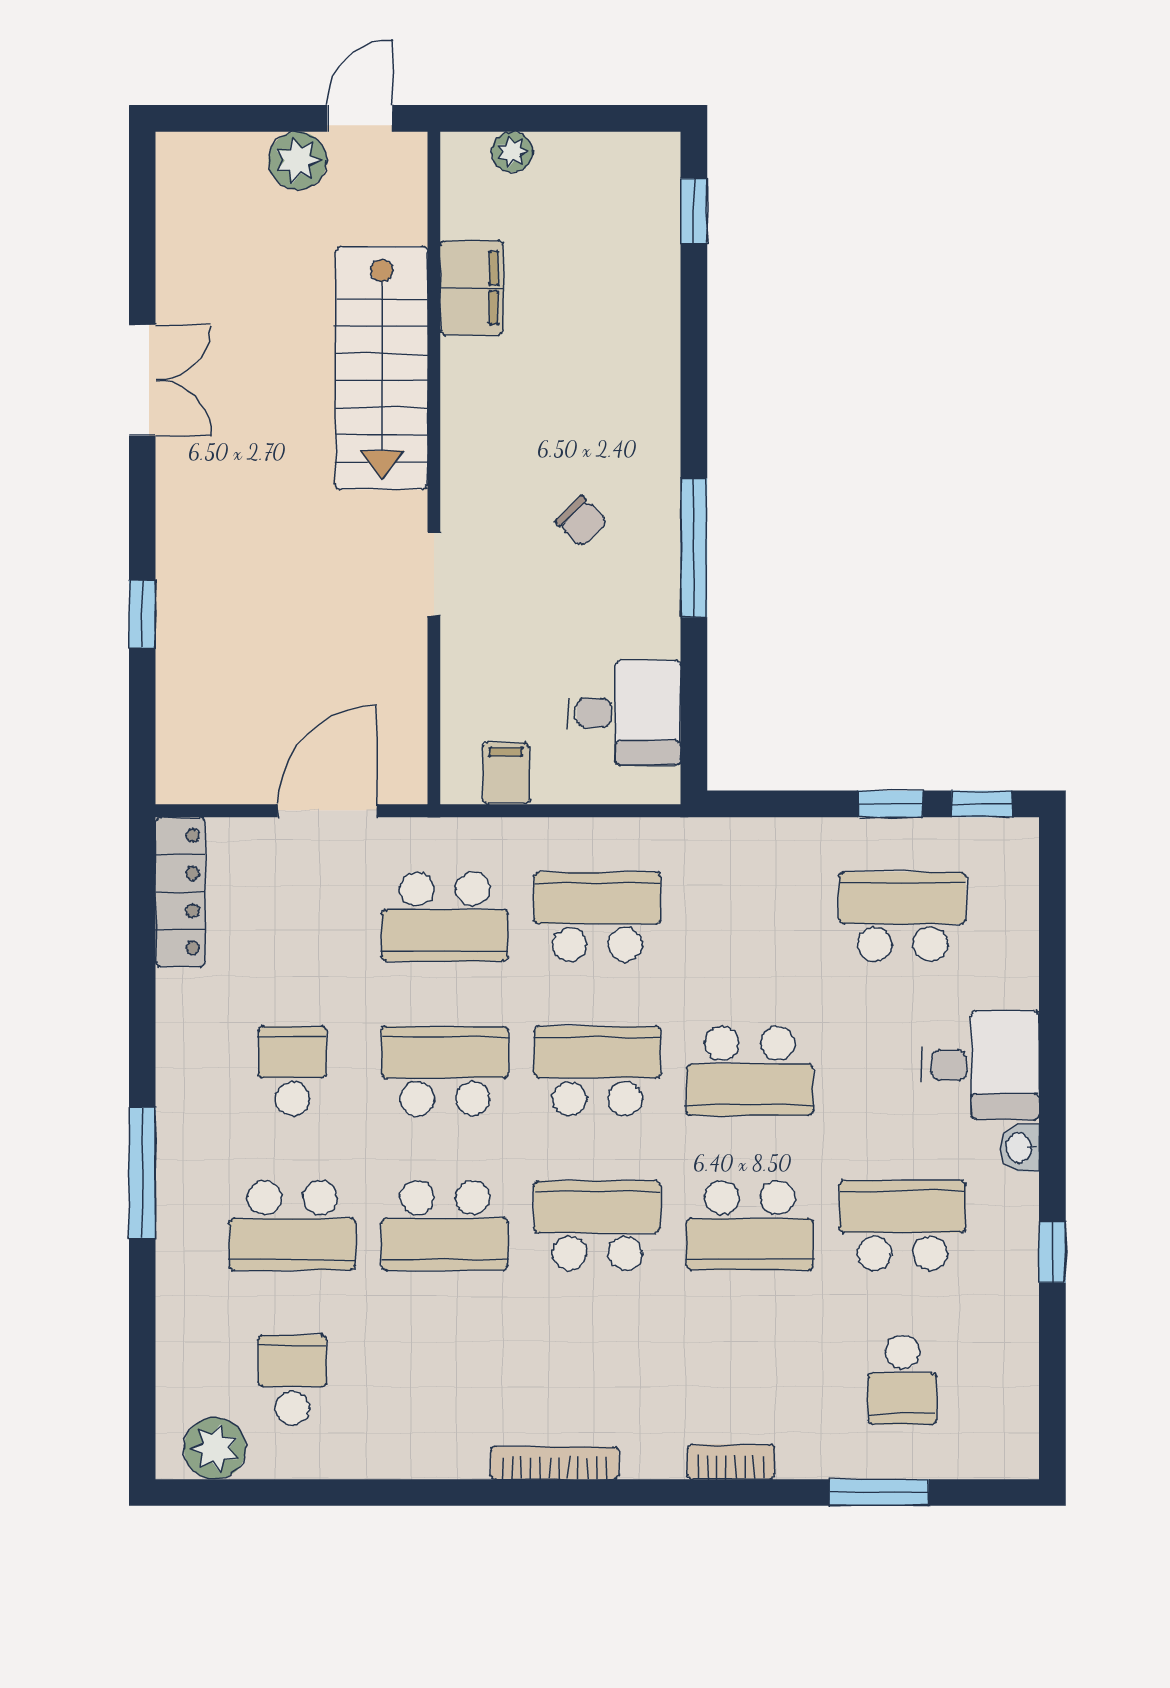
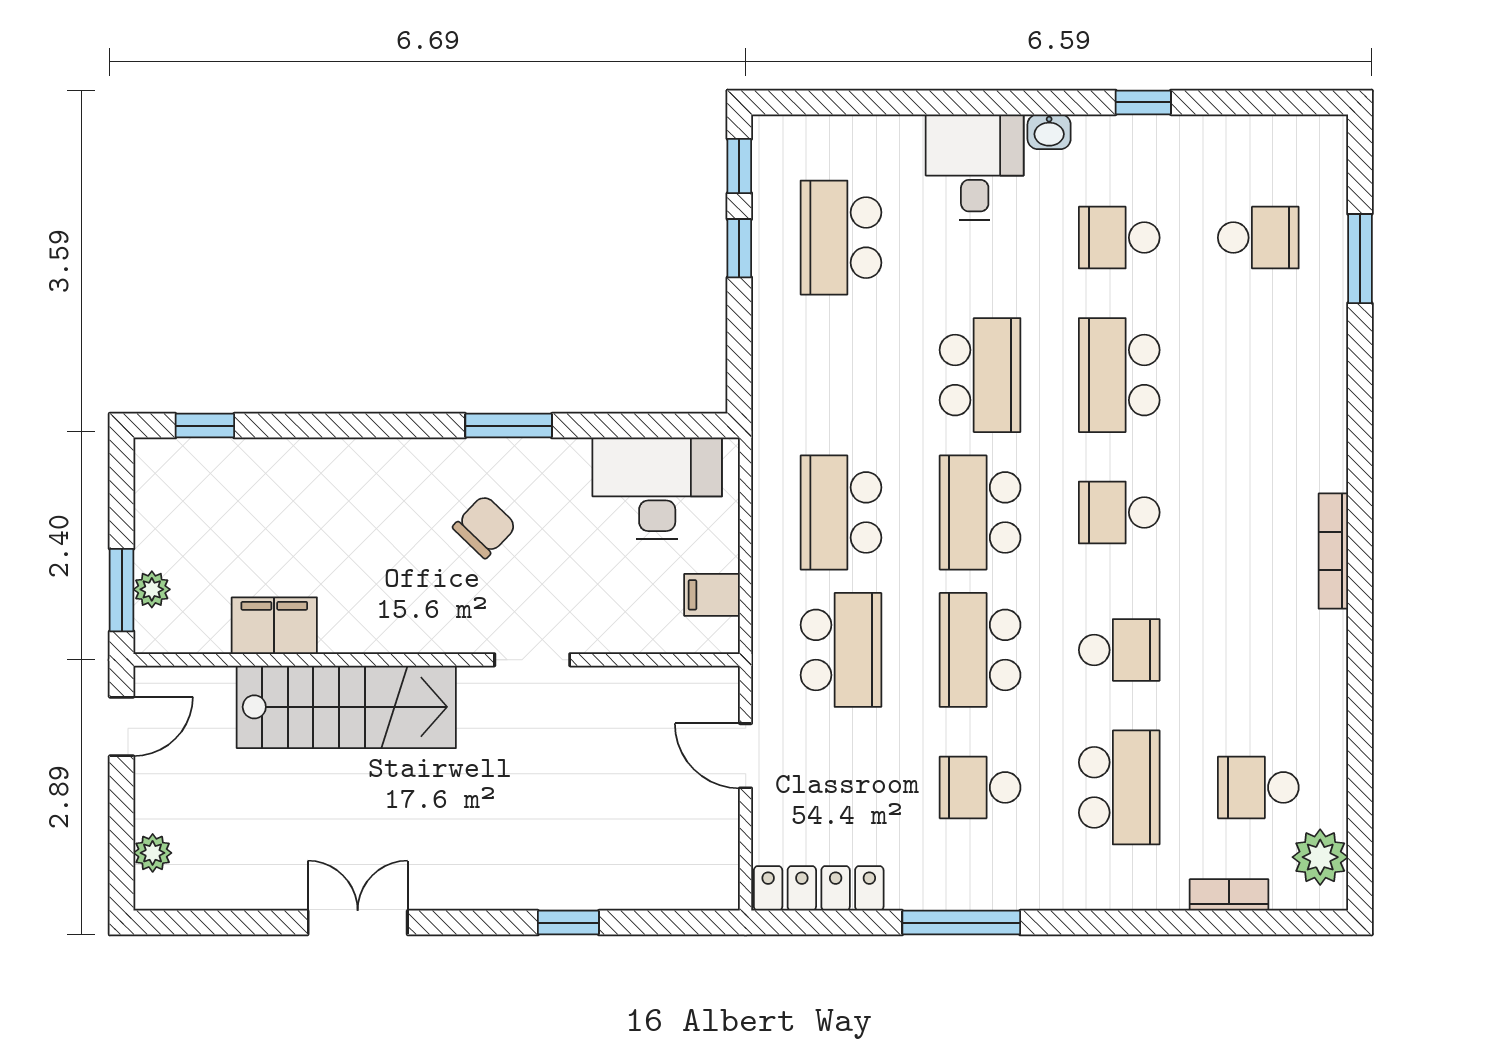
door: (360, 118) -> (122, 726), swing flipped
window: (511, 118) -> (122, 590), added
plant: (298, 161) -> (153, 853), moved, width x0.73, depth x0.73
chair: (582, 521) -> (485, 527), width x1.37, depth x1.37
window: (694, 548) -> (509, 426), width x0.69
desk: (624, 713) -> (657, 488), width x1.37
door: (327, 811) -> (746, 756), width x0.73
window: (142, 1173) -> (961, 923), moved
school desk: (445, 1225) -> (1119, 650), width x0.54
school desk: (597, 1225) -> (1119, 512), width x0.54
school desk: (750, 1225) -> (1119, 375), turned 180
school desk: (902, 1225) -> (1119, 238), width x0.54
bookcase: (731, 1462) -> (1229, 895), moved, turned 90

